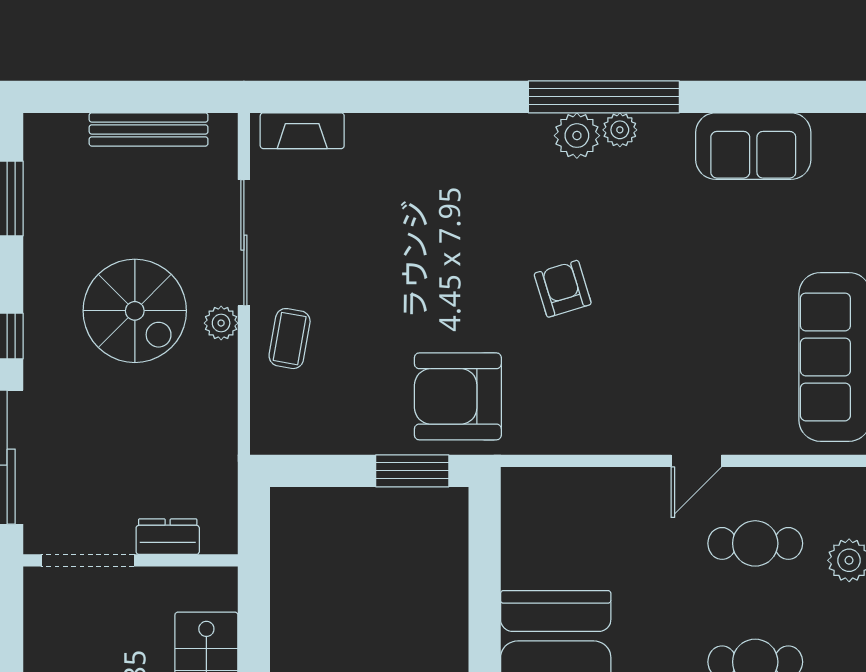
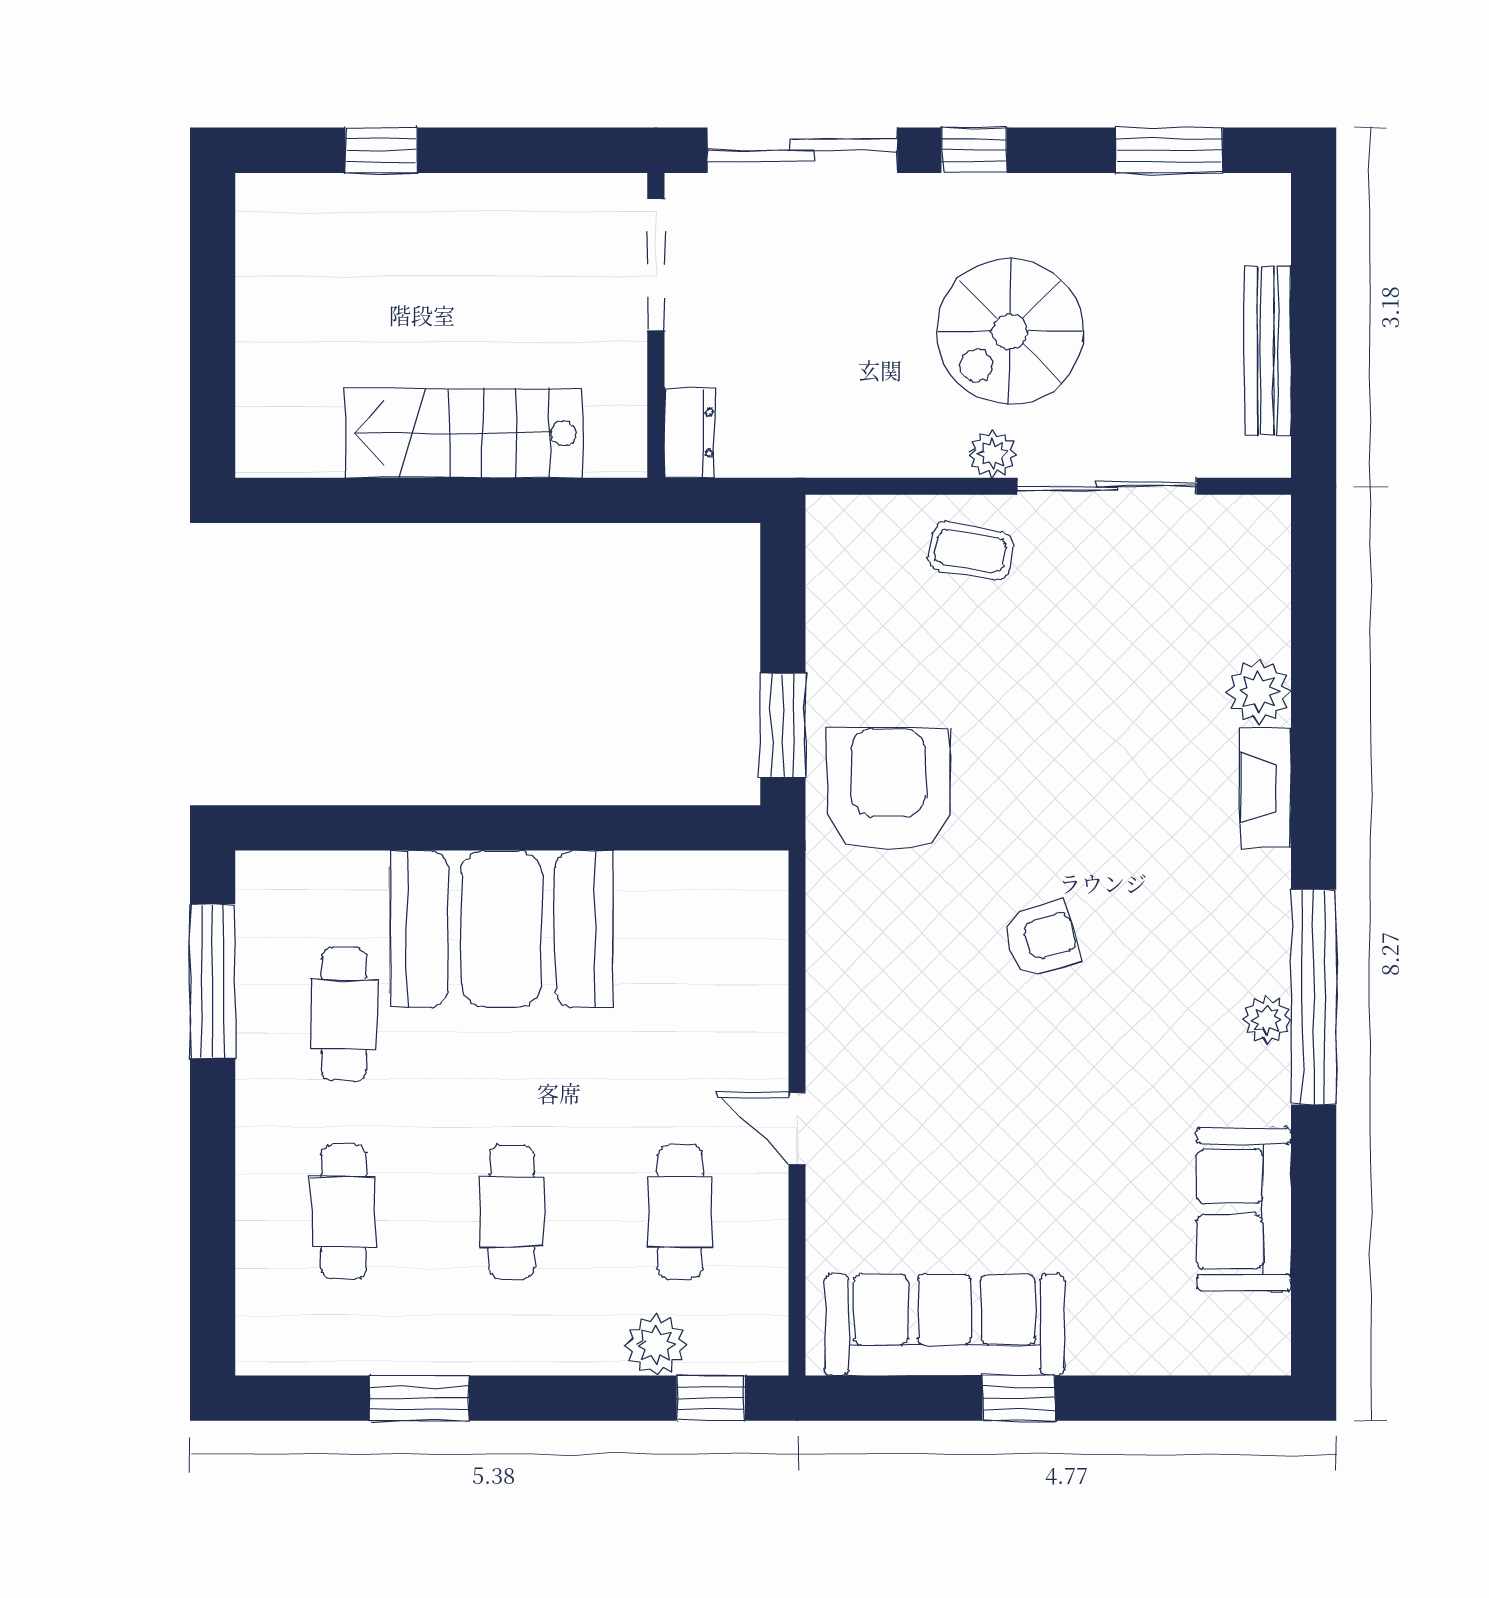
fireplace: (302, 131) -> (1266, 788), moved
plant: (577, 136) -> (1259, 692), moved
dresser: (168, 537) -> (690, 433), moved

